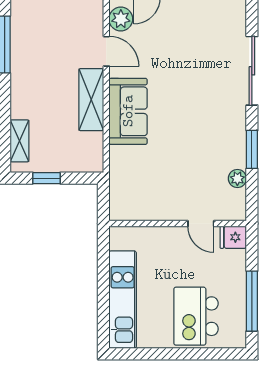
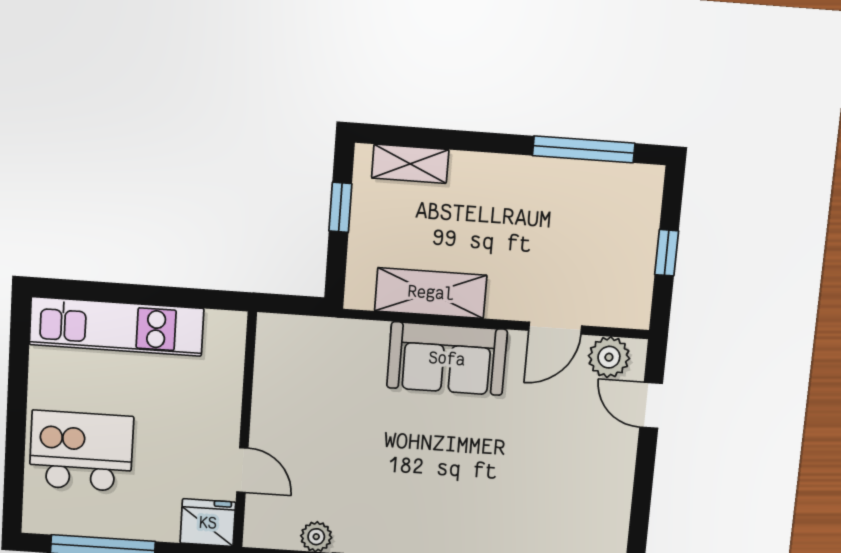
shelving: (91, 100) -> (431, 293), moved
door: (201, 224) -> (242, 470), swing flipped
fridge: (233, 237) -> (208, 523), width x1.38

